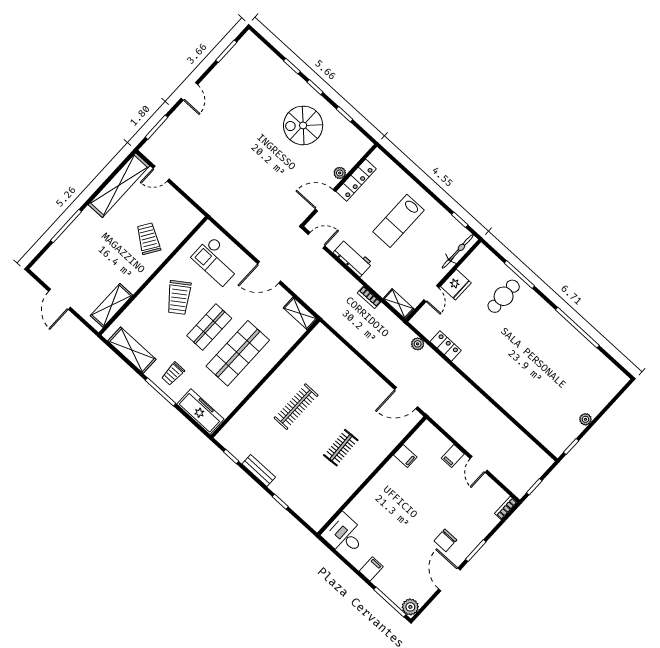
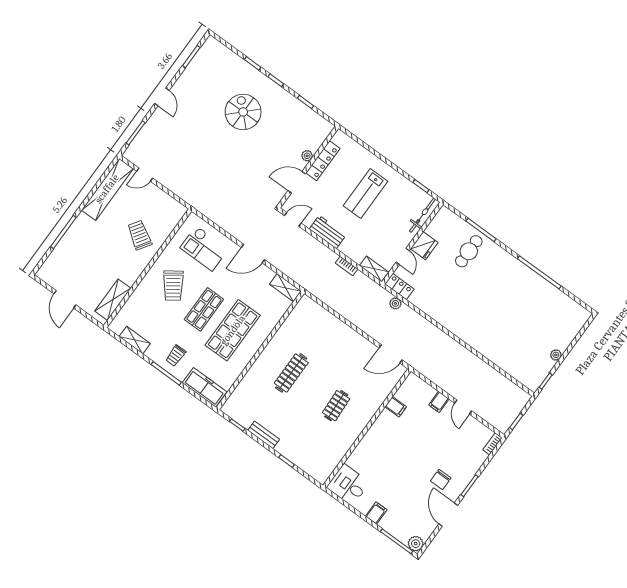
spiral stairs: (303, 125) -> (243, 112), moved, turned 90
locker: (446, 346) -> (399, 287), moved
shelving: (132, 350) -> (135, 340), width x0.67, depth x0.75

